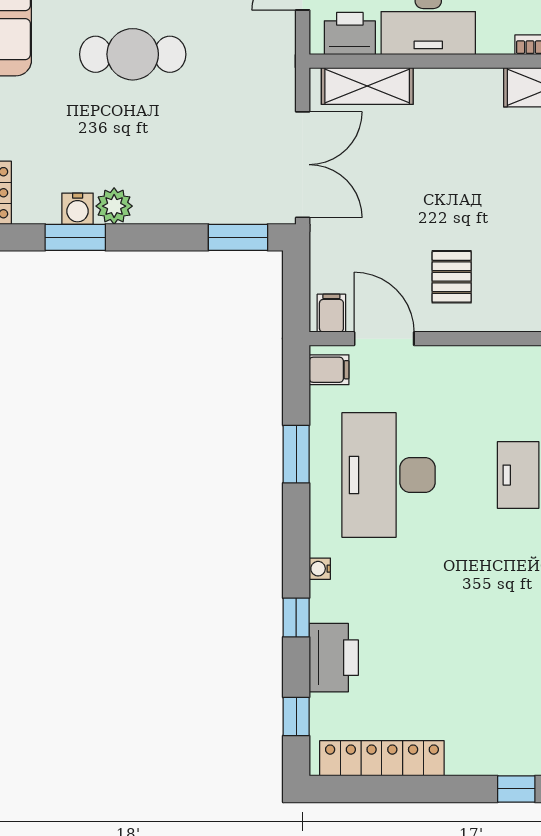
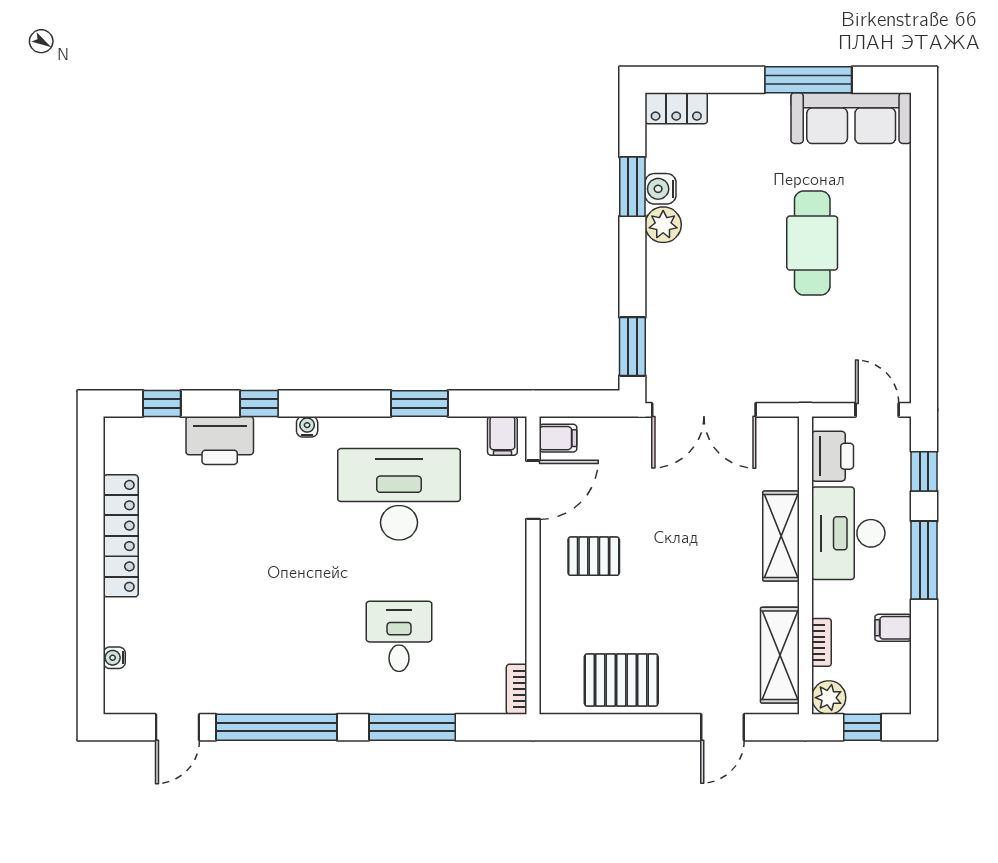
shelving: (367, 86) -> (781, 536), moved
locker: (382, 758) -> (121, 536), moved
window: (516, 789) -> (91, 620), removed

